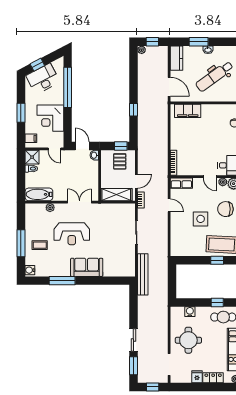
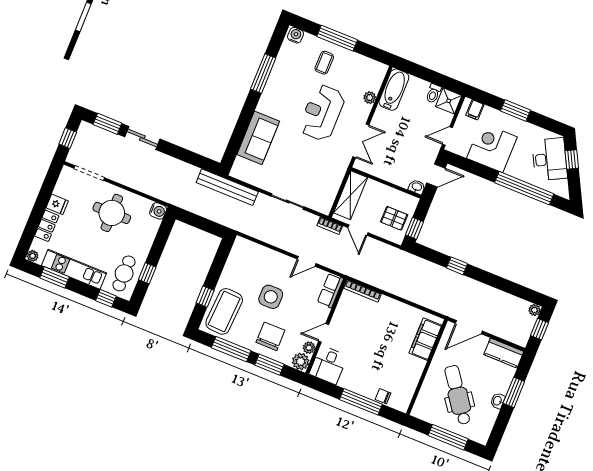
sofa: (87, 267) -> (258, 138), moved
water cooler: (190, 312) -> (158, 211), moved

